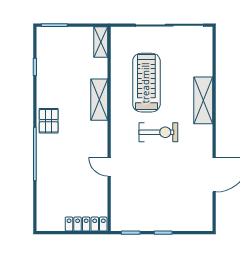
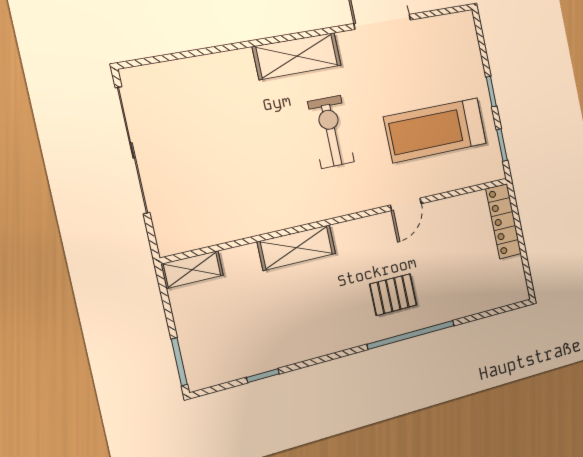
treadmill: (146, 83) -> (435, 130), moved
shelving: (203, 100) -> (297, 56), moved
pallet: (49, 121) -> (393, 295), moved

